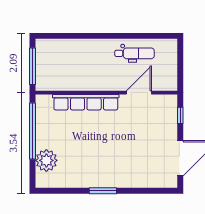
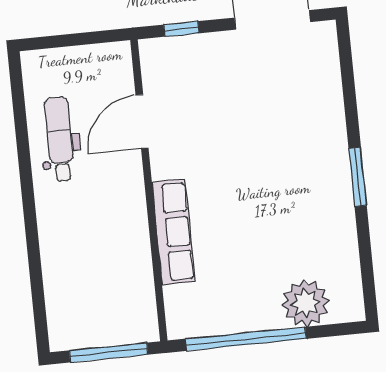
door: (139, 93) -> (142, 121), hinge flipped
row of seats: (86, 102) -> (174, 232), width x0.73

